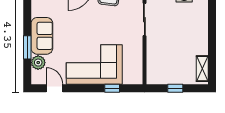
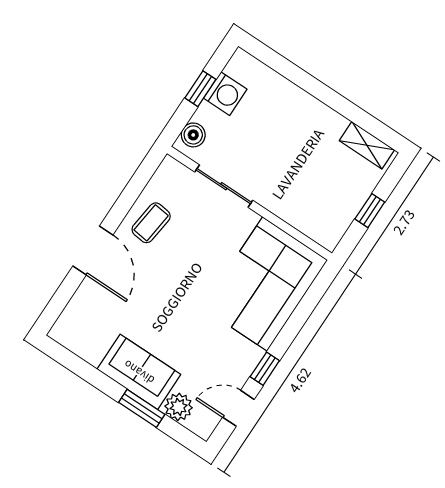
corner sofa: (94, 65) -> (265, 284), moved
window: (112, 88) -> (265, 369), moved

